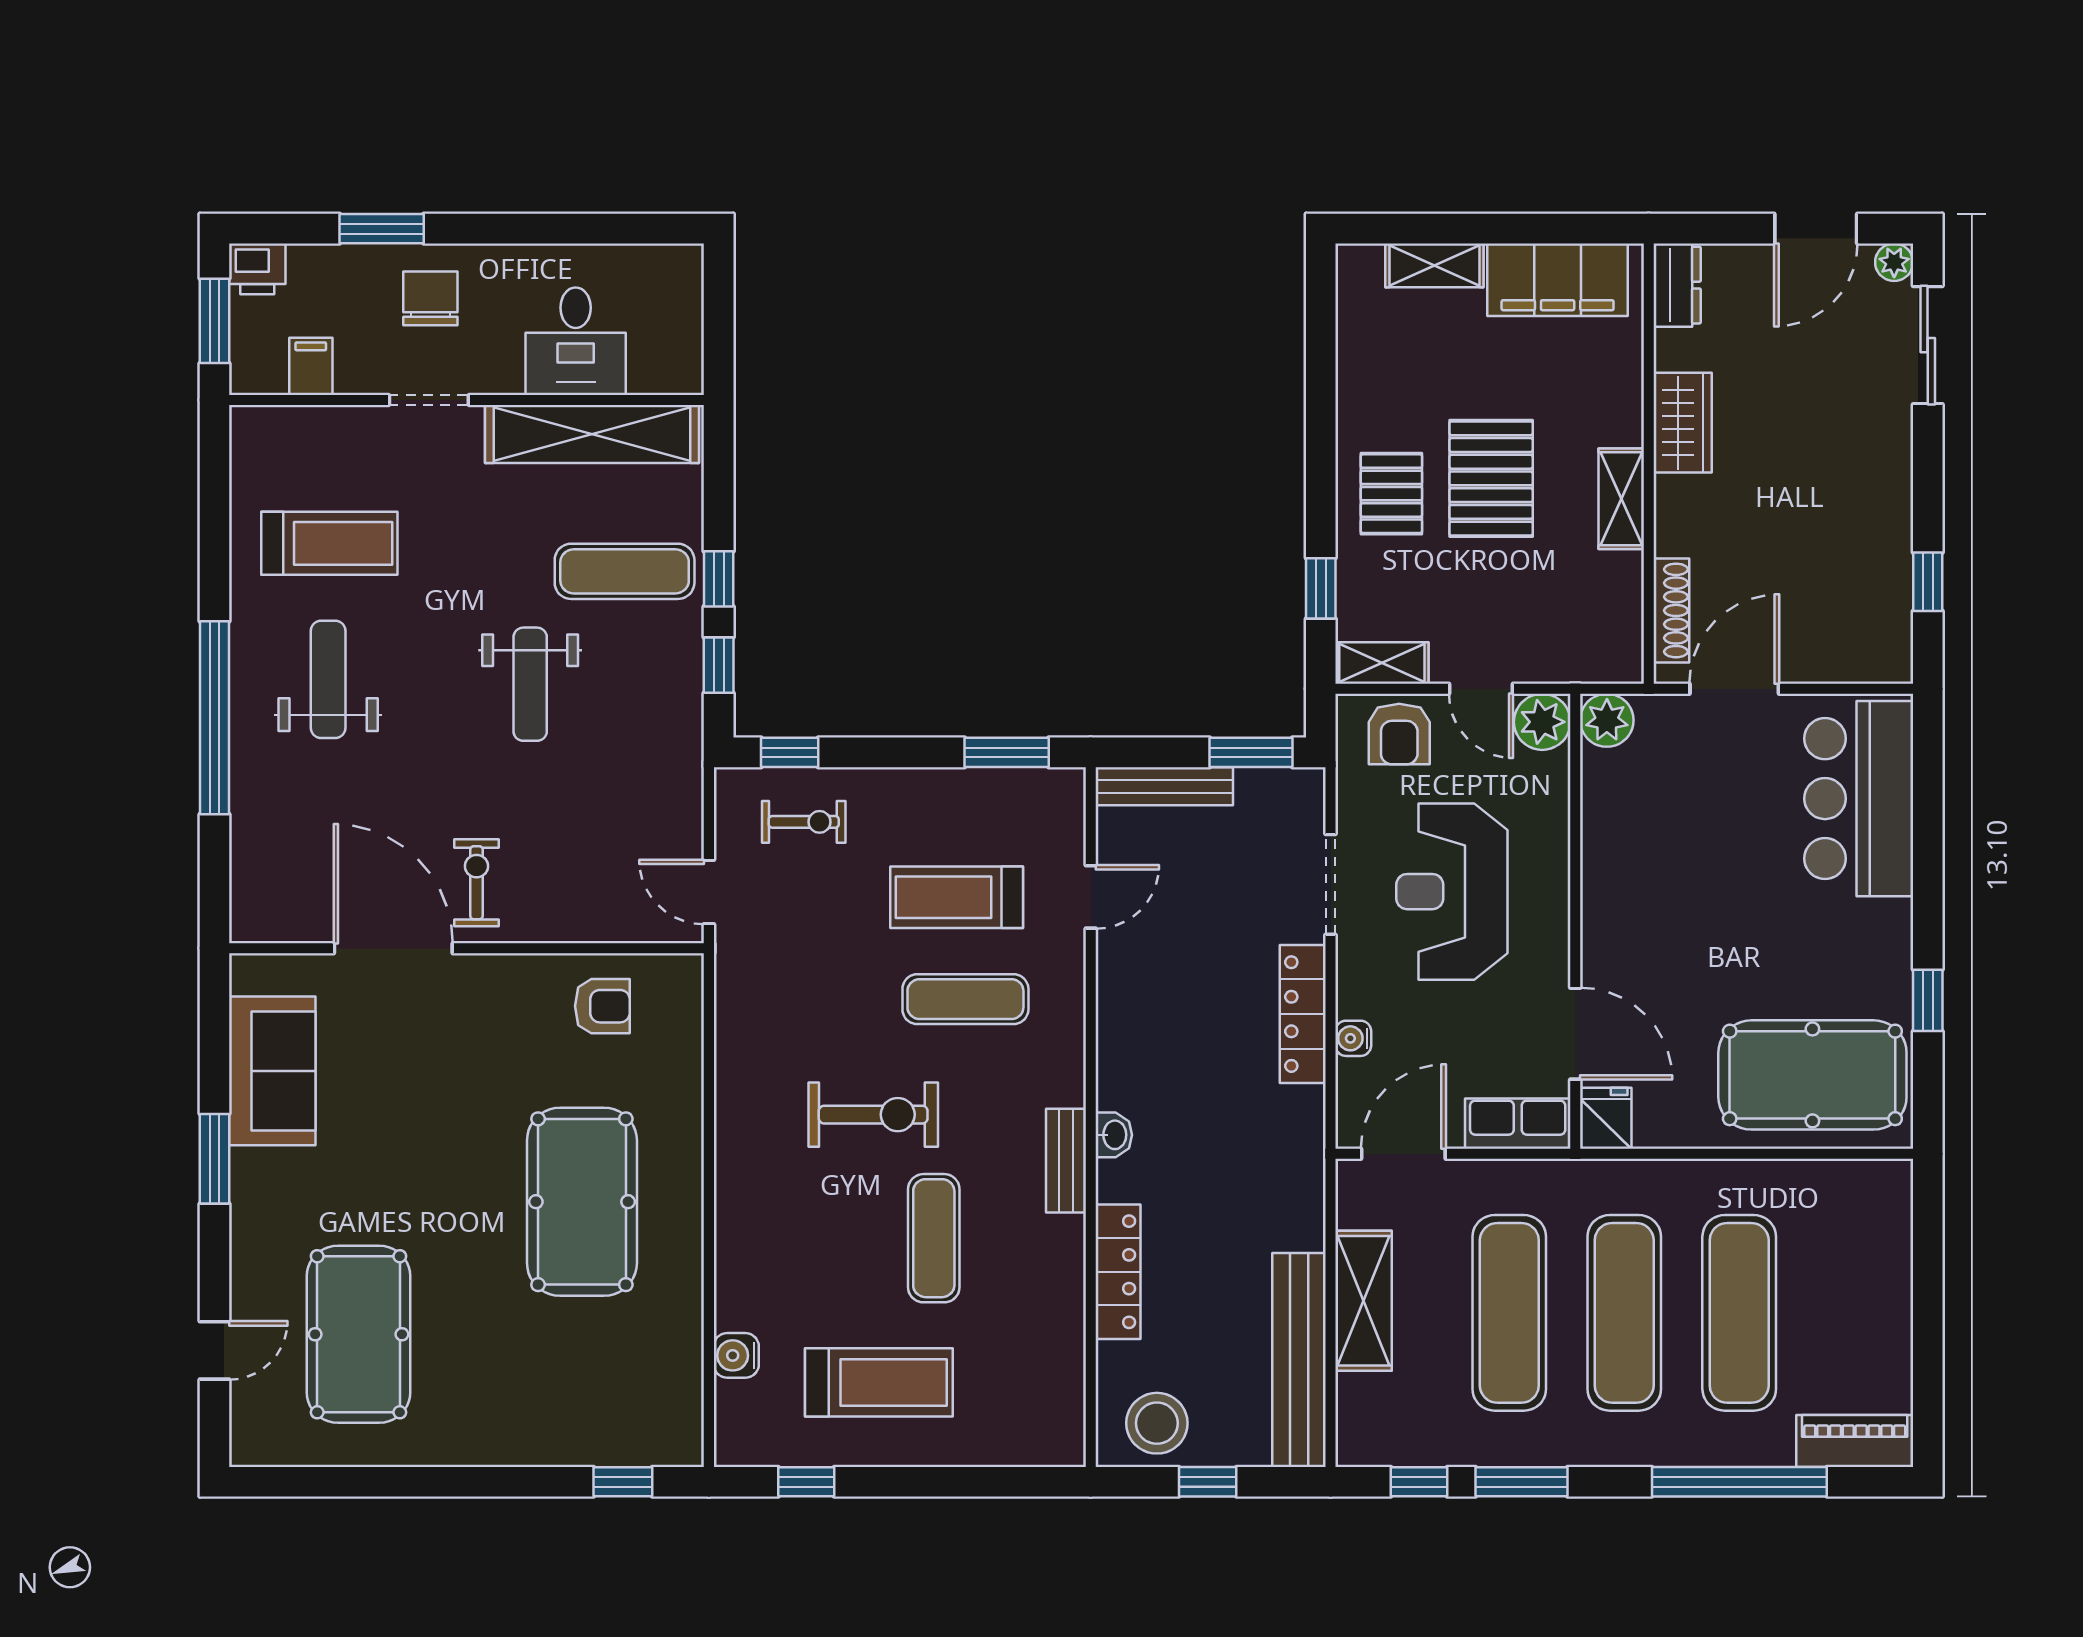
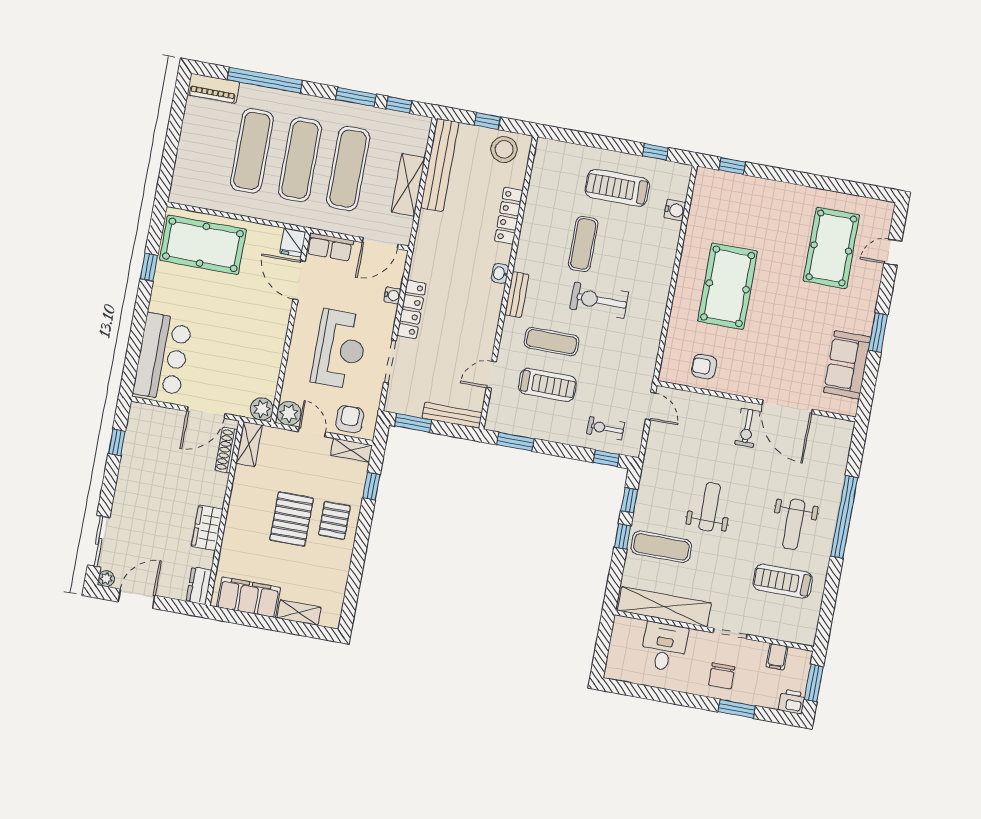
shelving: (1621, 499) -> (249, 444), moved
bench: (1066, 1161) -> (517, 295), moved

